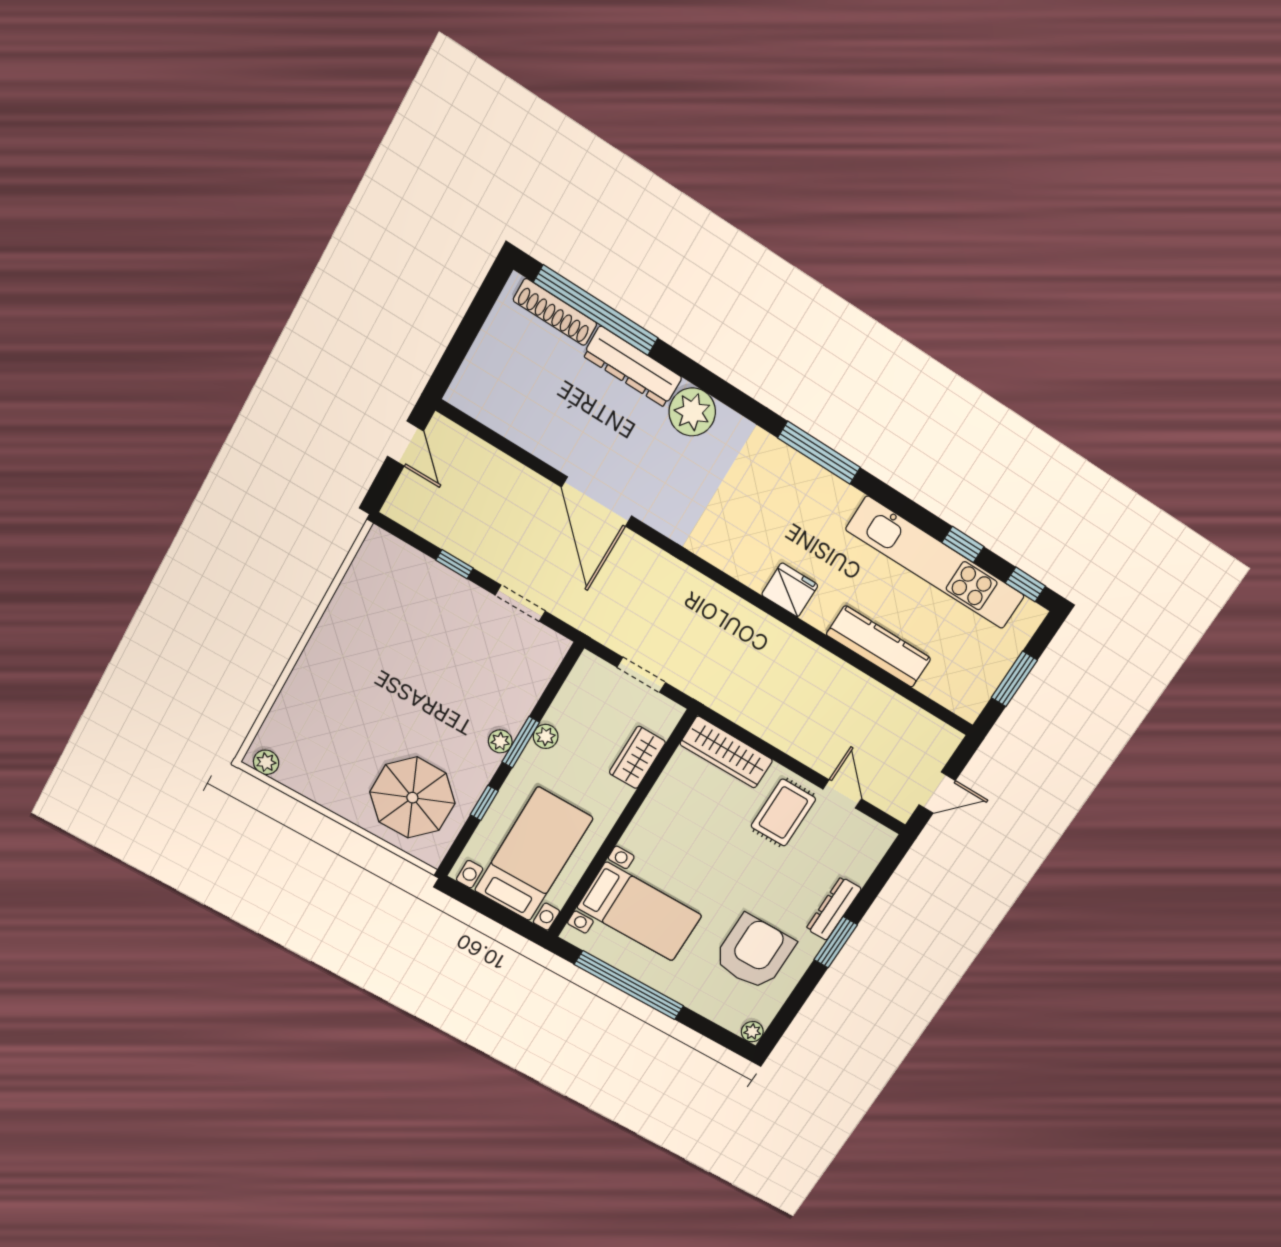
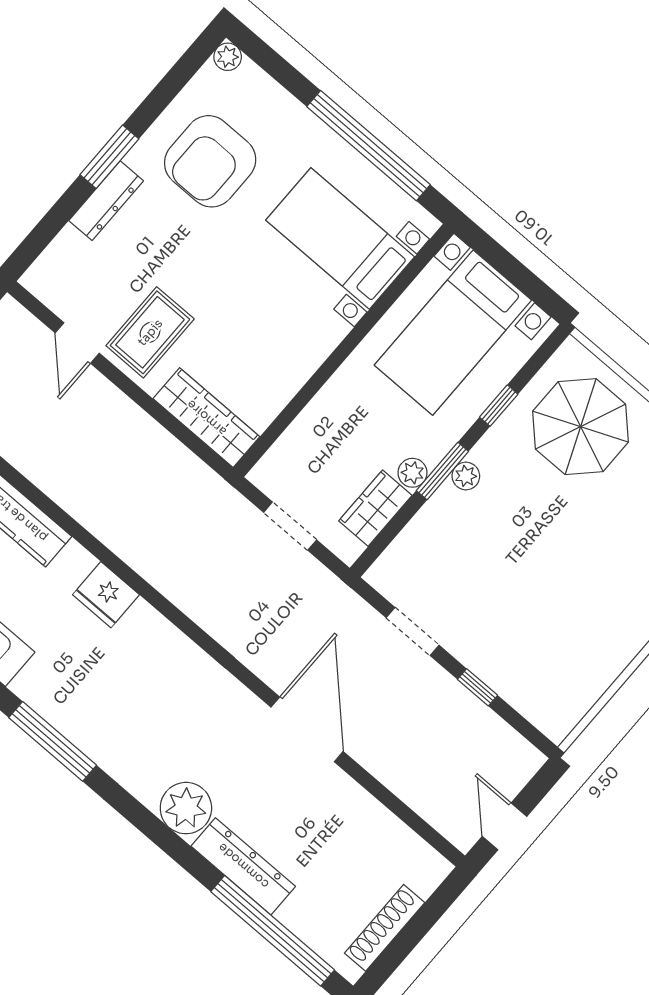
shoe rack: (555, 312) -> (385, 928), moved, turned -90
wardrobe: (637, 757) -> (375, 508), moved, turned 180

